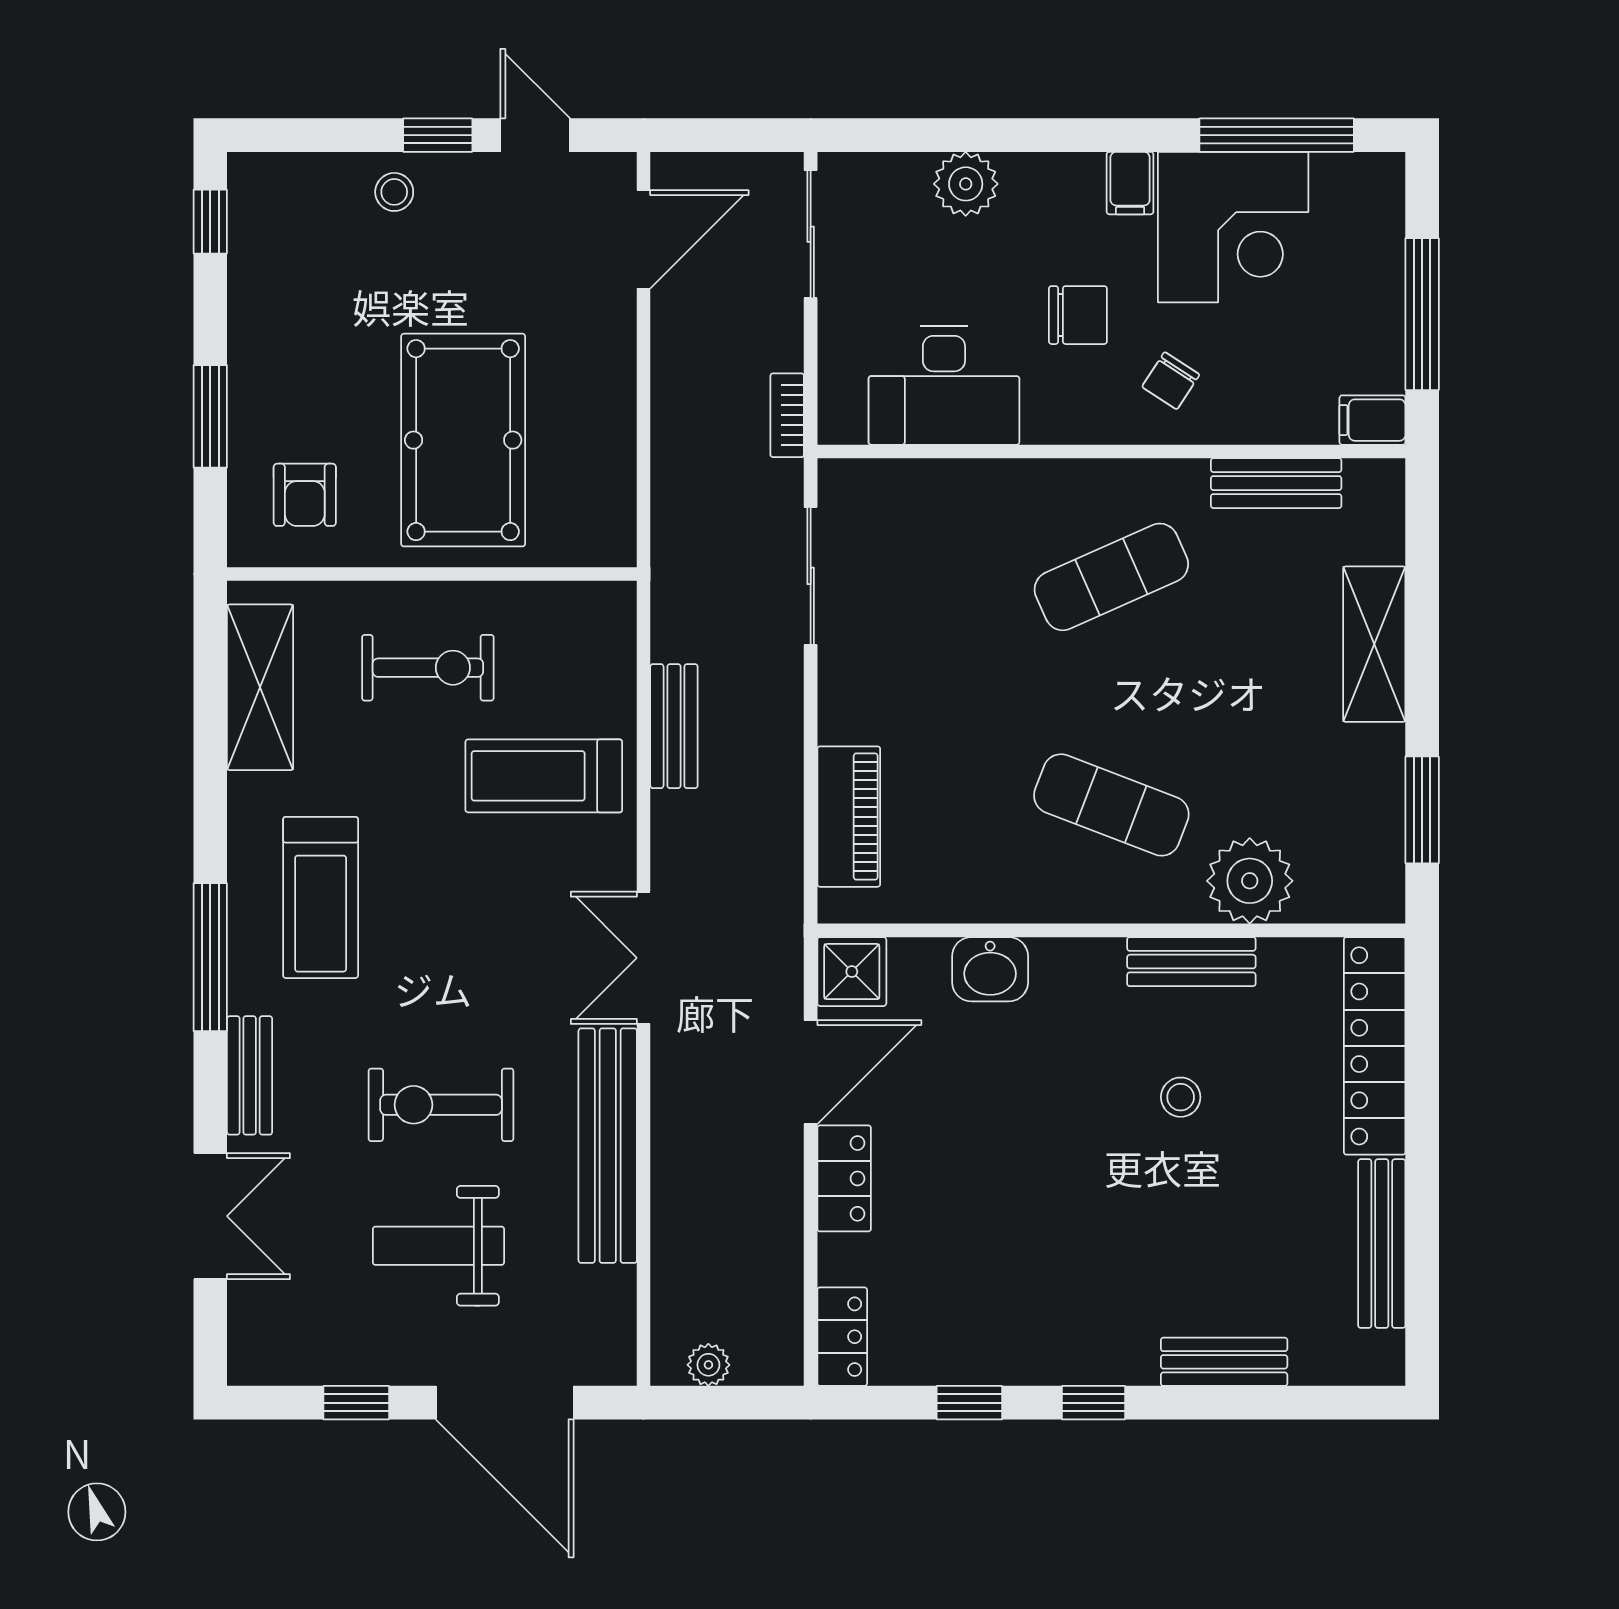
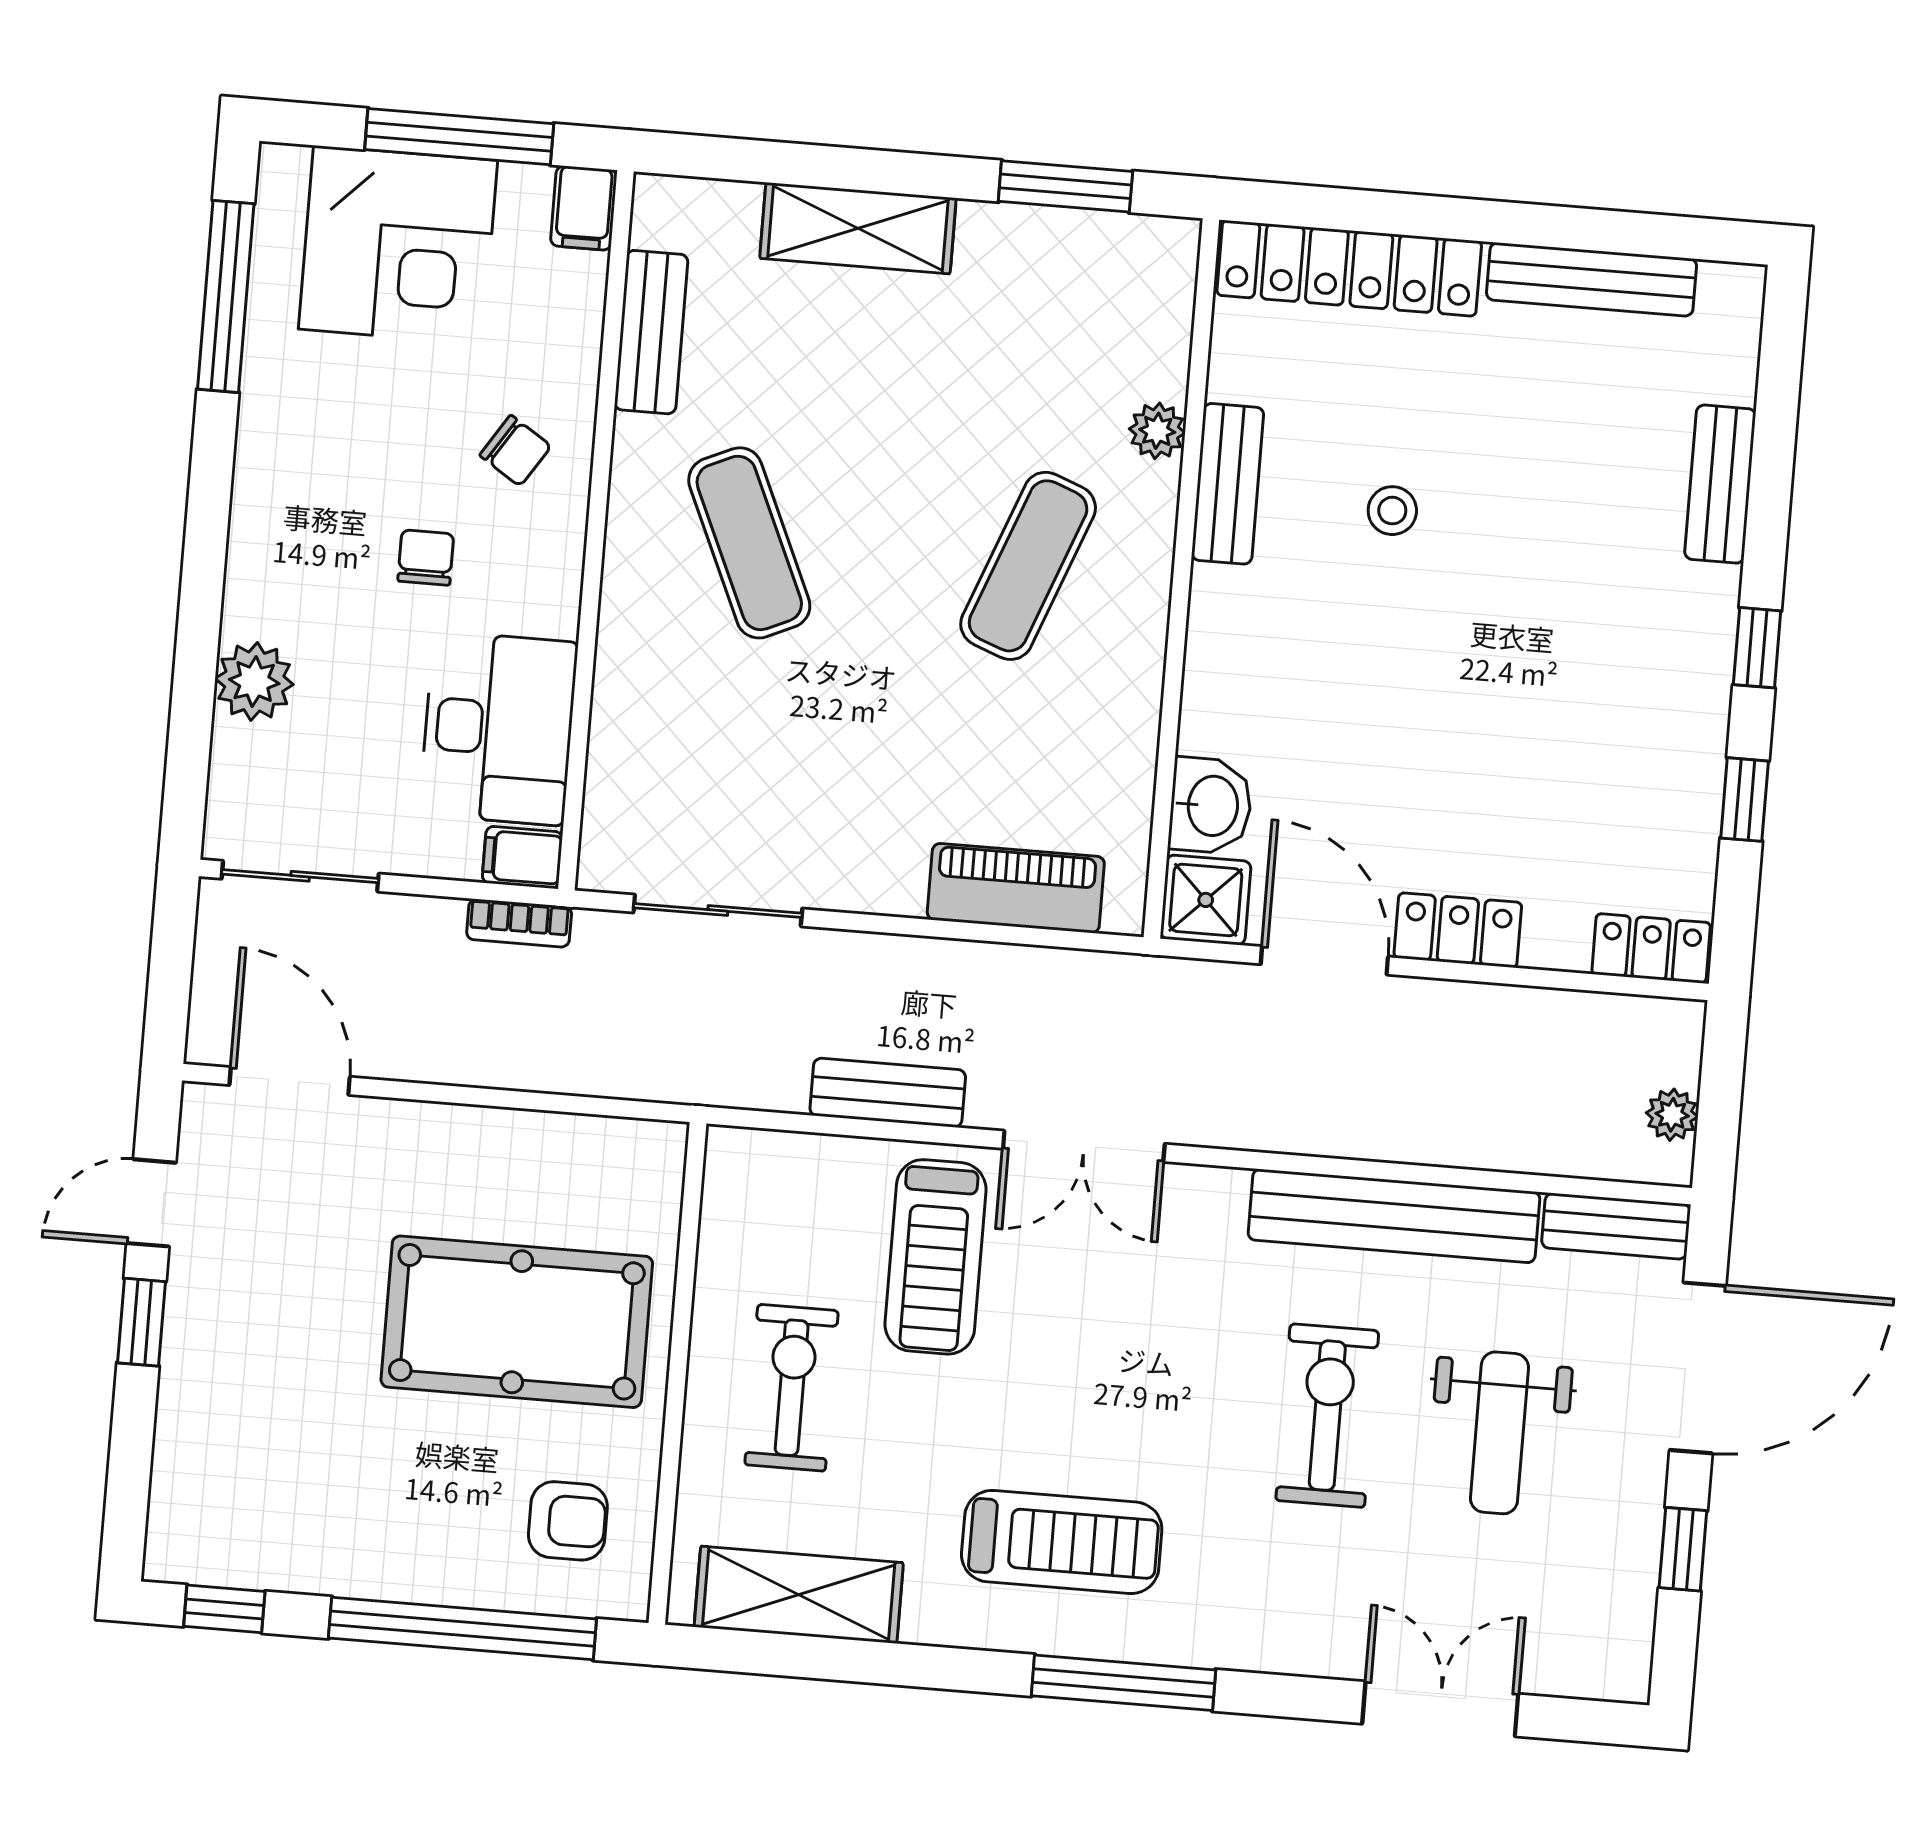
filing cabinet: (1130, 183) -> (522, 857), moved, turned 180
stool: (394, 192) -> (207, 1381), removed
corner desk: (1233, 227) -> (398, 245), moved, turned 90
chair: (1078, 315) -> (426, 557), width x0.73, depth x0.73
window: (210, 416) -> (462, 1628), width x2.11
plant: (1250, 881) -> (1157, 431), width x0.53, depth x0.53
double door: (644, 958) -> (1084, 1146), moved
washbasin: (990, 969) -> (1211, 806), moved
bench: (250, 1075) -> (1616, 1226), moved
exercise bike: (441, 1105) -> (1327, 1416), turned 180

